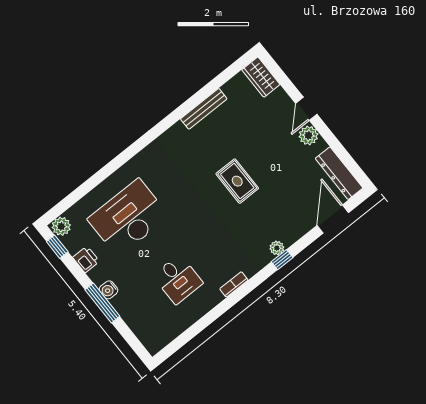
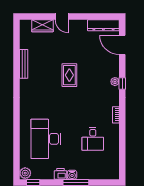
wardrobe: (261, 77) -> (42, 26), moved
plant: (308, 135) -> (75, 25), removed
rug: (237, 181) -> (69, 75), turned 90
printer: (86, 259) -> (61, 174), moved
desk: (178, 279) -> (93, 139), turned 90

